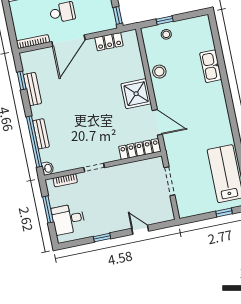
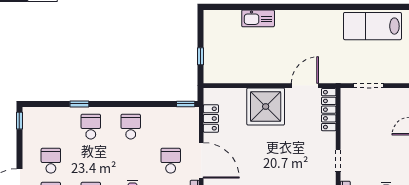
stool: (166, 34) -> (216, 58), removed
stool: (159, 72) -> (253, 73), removed
shower: (136, 94) -> (266, 107), width x1.37, depth x1.37

